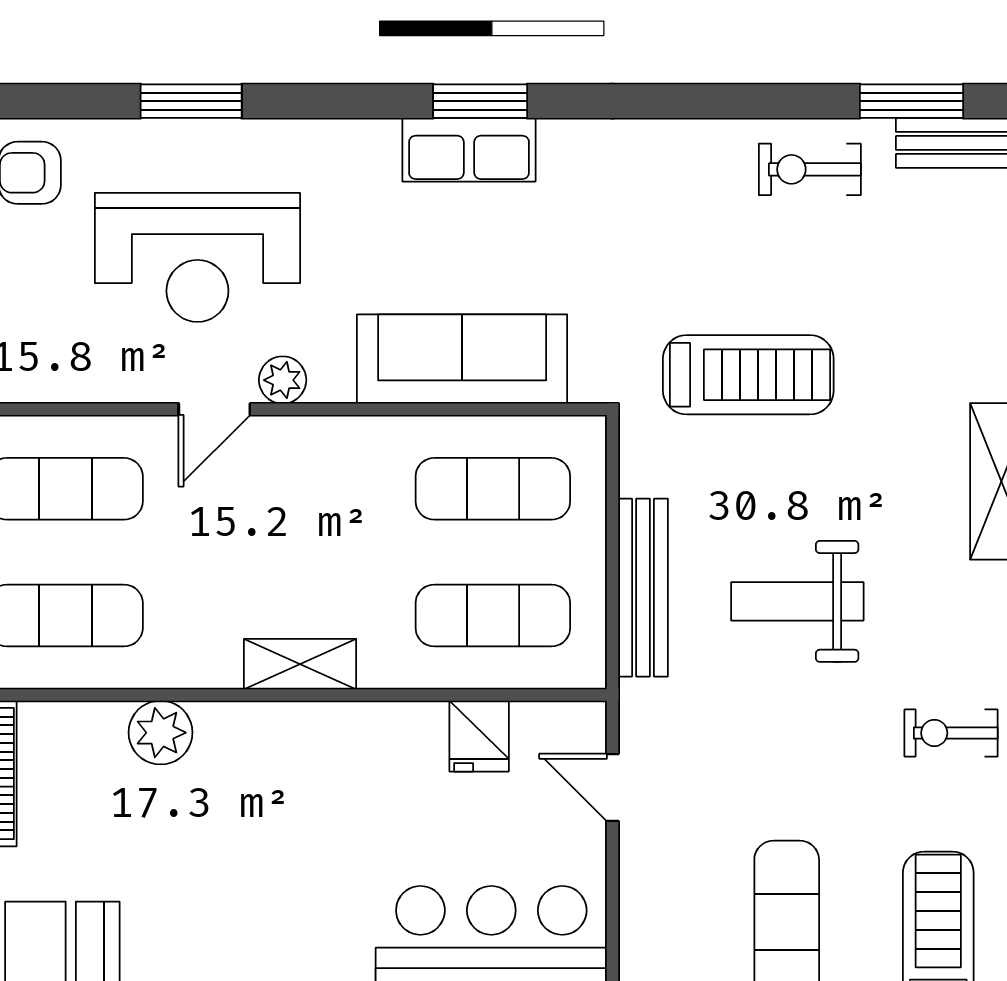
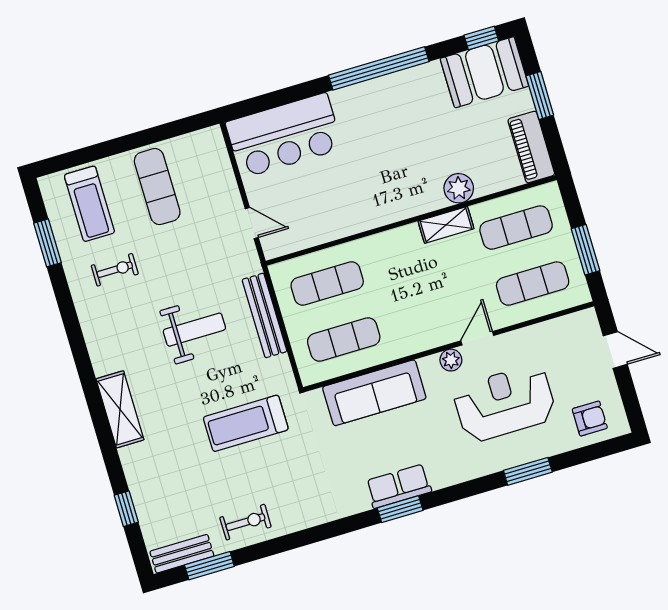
shelving: (300, 664) -> (446, 225), moved
exercise bike: (951, 733) -> (115, 270), moved
fridge: (479, 736) -> (317, 228), removed

